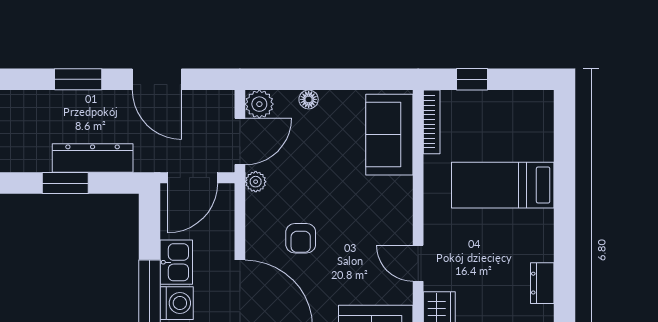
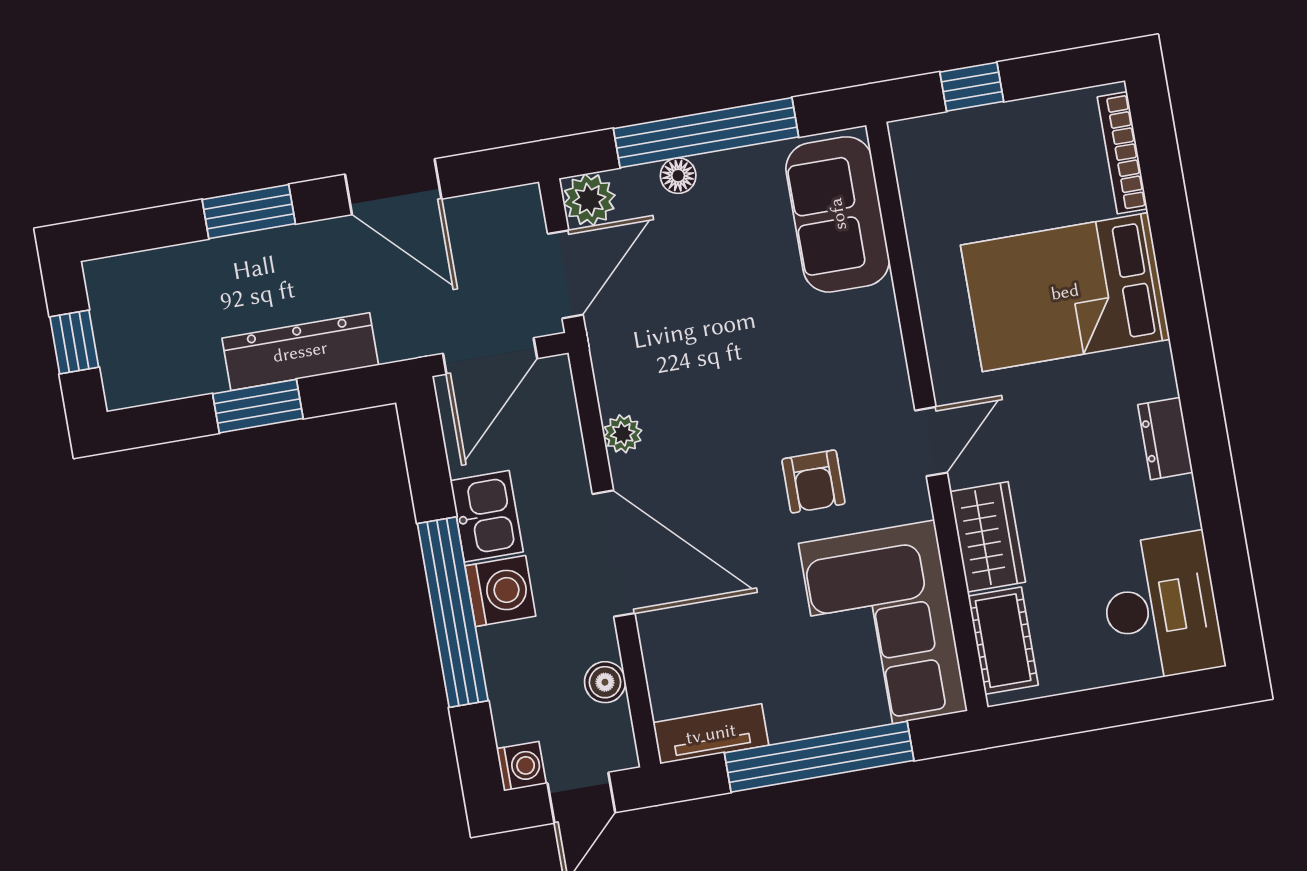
window: (327, 79) -> (706, 133), added
bookcase: (432, 122) -> (1122, 153), moved, turned 180
plant: (256, 182) -> (623, 434), moved
bed: (503, 185) -> (1065, 292), width x1.50
armchair: (301, 238) -> (813, 481), moved
door: (418, 263) -> (931, 442), swing flipped

